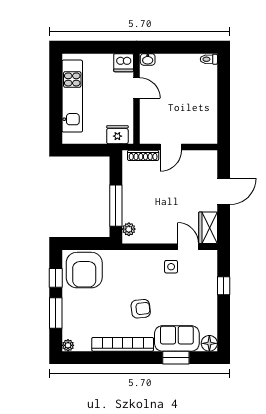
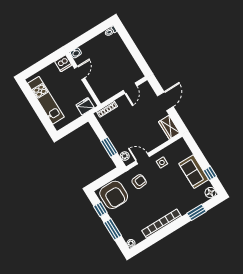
door: (136, 88) -> (80, 73), hinge flipped
door: (171, 147) -> (130, 88), moved
window: (116, 206) -> (109, 147), width x0.69
door: (188, 247) -> (143, 159), moved
window: (224, 286) -> (210, 173), moved
armchair: (141, 309) -> (139, 182), moved
sofa: (177, 338) -> (194, 172), moved, turned -90

